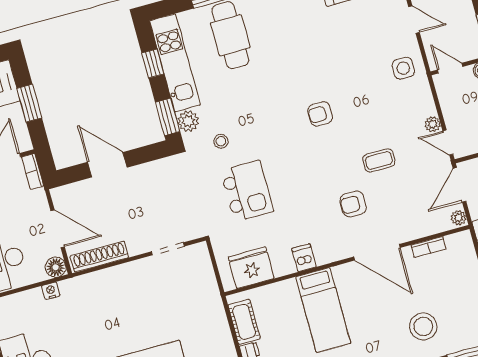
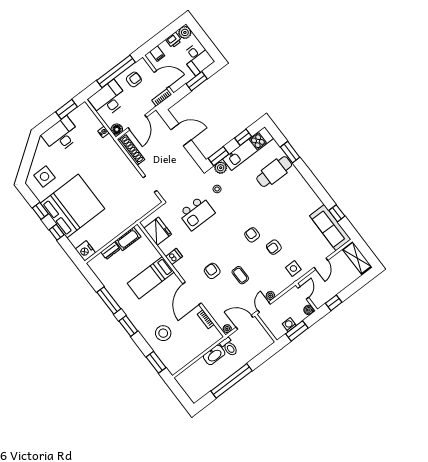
armchair: (355, 86) -> (274, 247), added
door: (107, 165) -> (181, 135), hinge flipped

